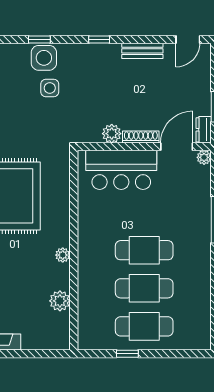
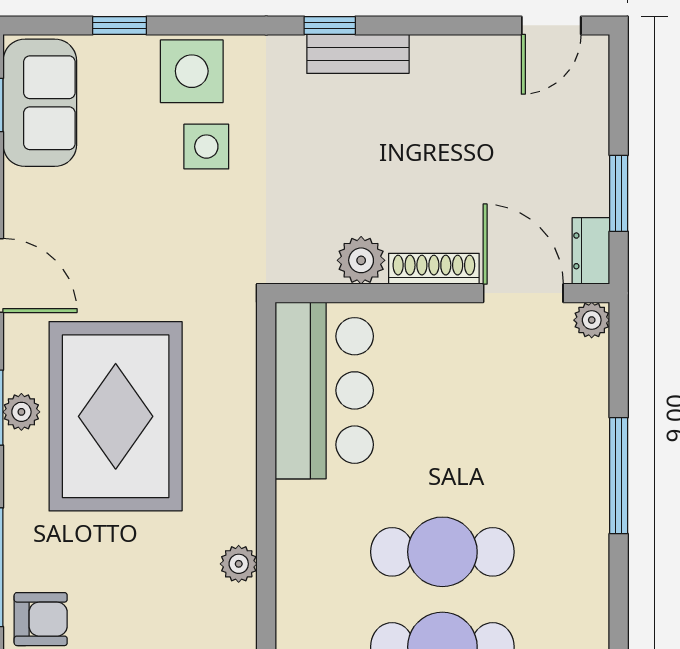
window: (39, 40) -> (120, 25), moved
bench: (142, 51) -> (358, 54), moved
door: (177, 147) -> (523, 293), hinge flipped
bar counter: (121, 170) -> (324, 390), moved, turned -90

